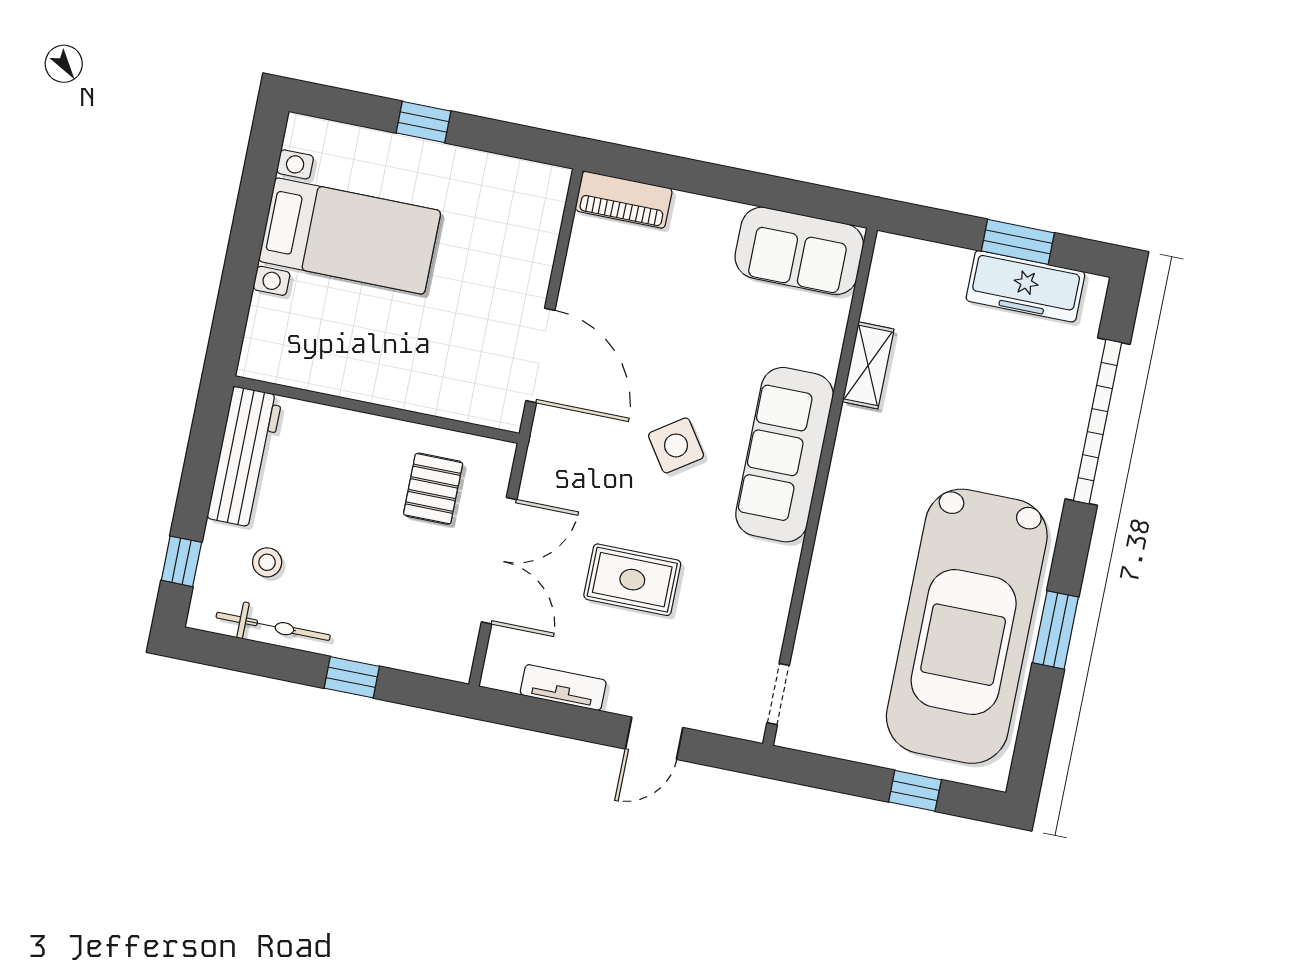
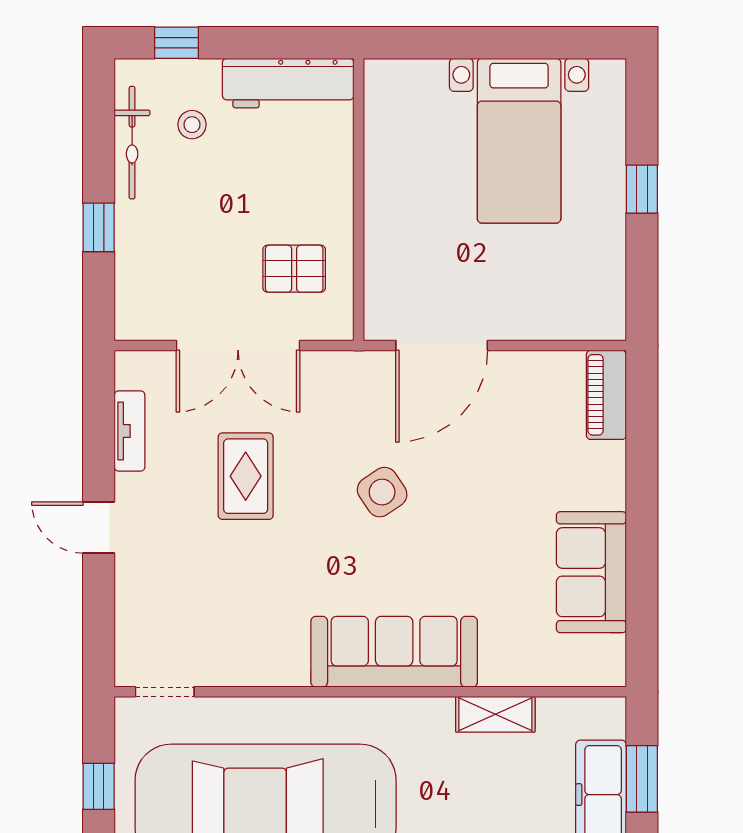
shelving: (868, 365) -> (495, 714), moved
sofa: (784, 455) -> (394, 652), moved
wall: (820, 487) -> (370, 692), moved
doorway: (778, 694) -> (165, 692), moved

